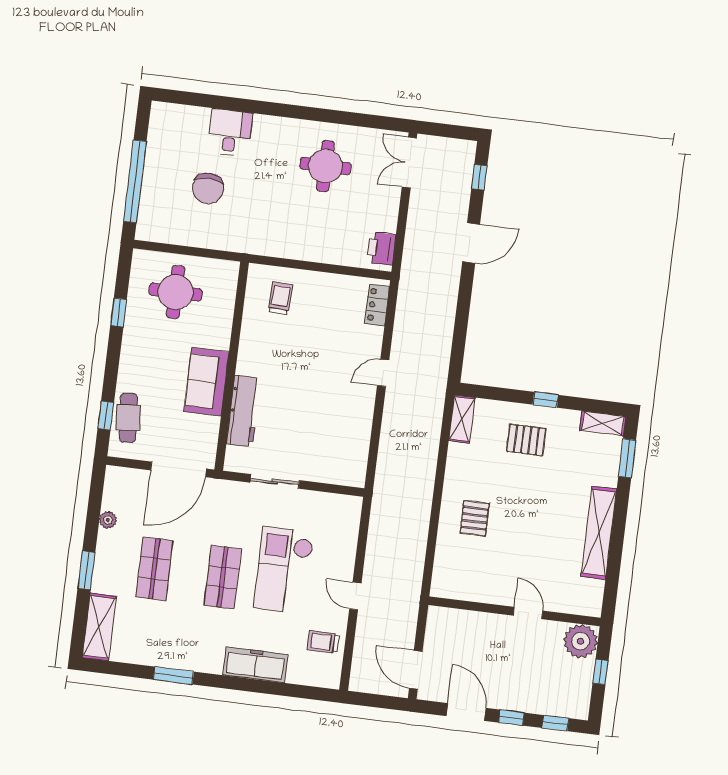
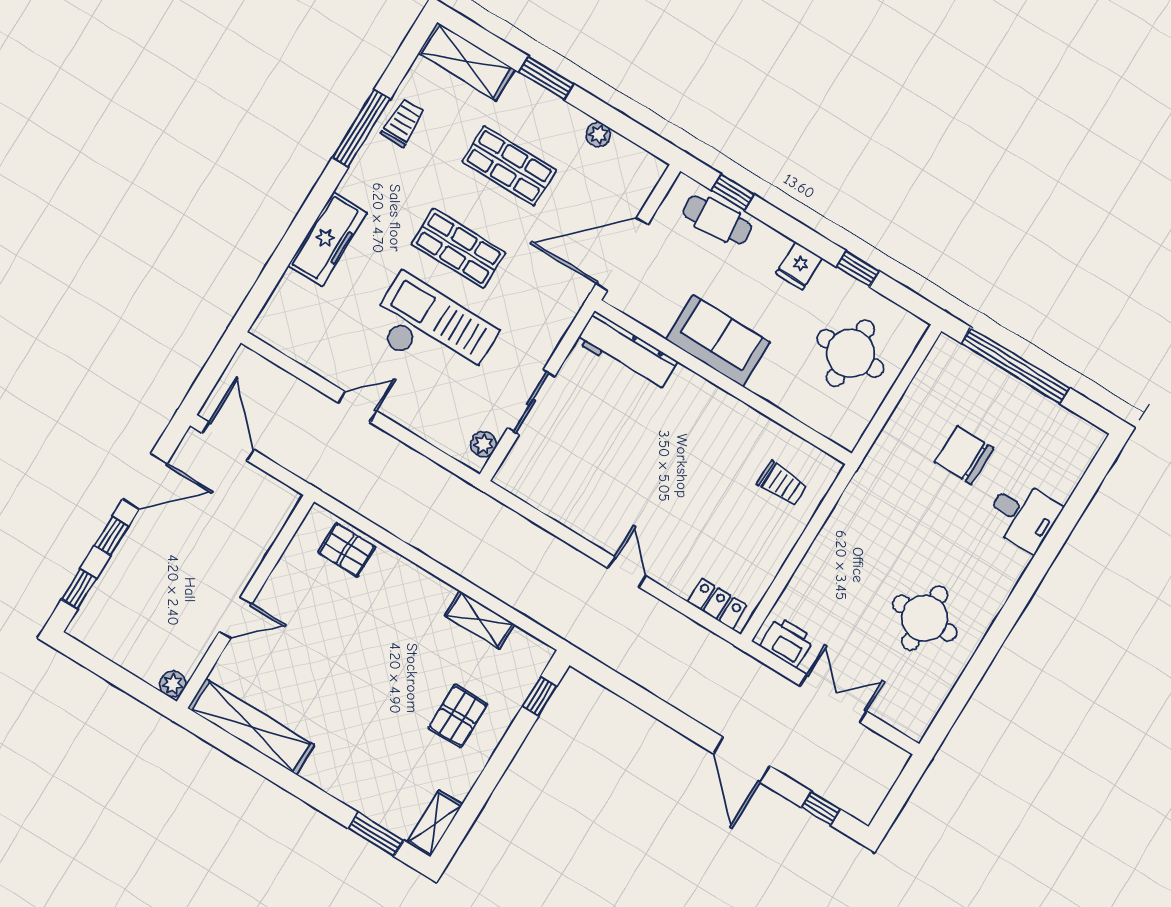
double door: (409, 163) -> (833, 698), moved
fridge: (134, 351) -> (799, 266), added
window: (546, 400) -> (540, 696), moved
workbench: (244, 411) -> (627, 352), moved
shelving: (462, 419) -> (480, 620), moved
door: (178, 469) -> (622, 254), hinge flipped
sliding door: (275, 481) -> (531, 402), moved
plant: (342, 503) -> (483, 444), added
pallet: (475, 518) -> (347, 550), moved
shelving: (599, 533) -> (251, 727), moved
plant: (581, 641) -> (173, 684), width x0.53, depth x0.53
trolley: (323, 642) -> (403, 123), moved
door: (416, 670) -> (228, 441), hinge flipped
window: (601, 672) -> (118, 677), removed
window: (174, 676) -> (361, 128), width x1.44

